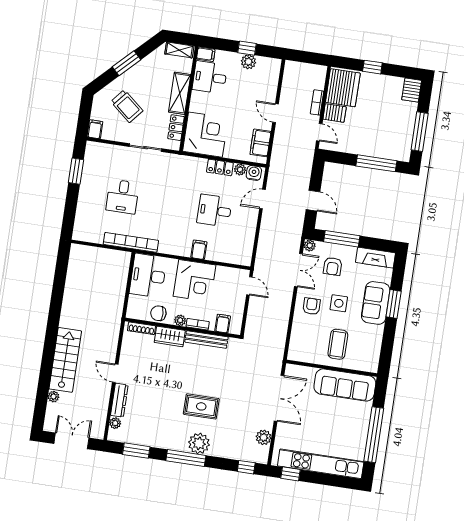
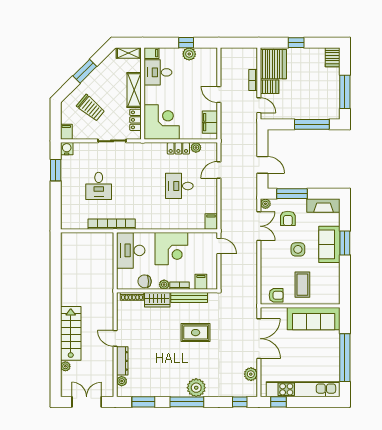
water cooler: (254, 173) -> (67, 149), moved
filing cabinet: (199, 250) -> (211, 222), moved
armchair: (312, 306) -> (276, 295), moved, turned 90
rug: (201, 406) -> (196, 333), moved

